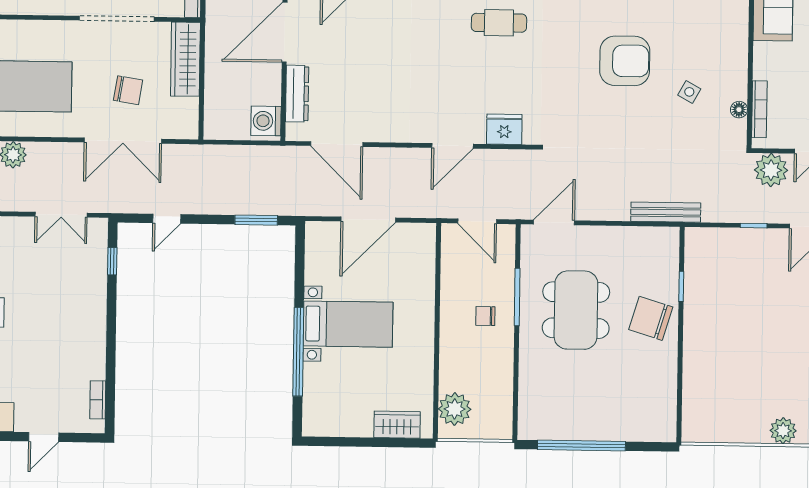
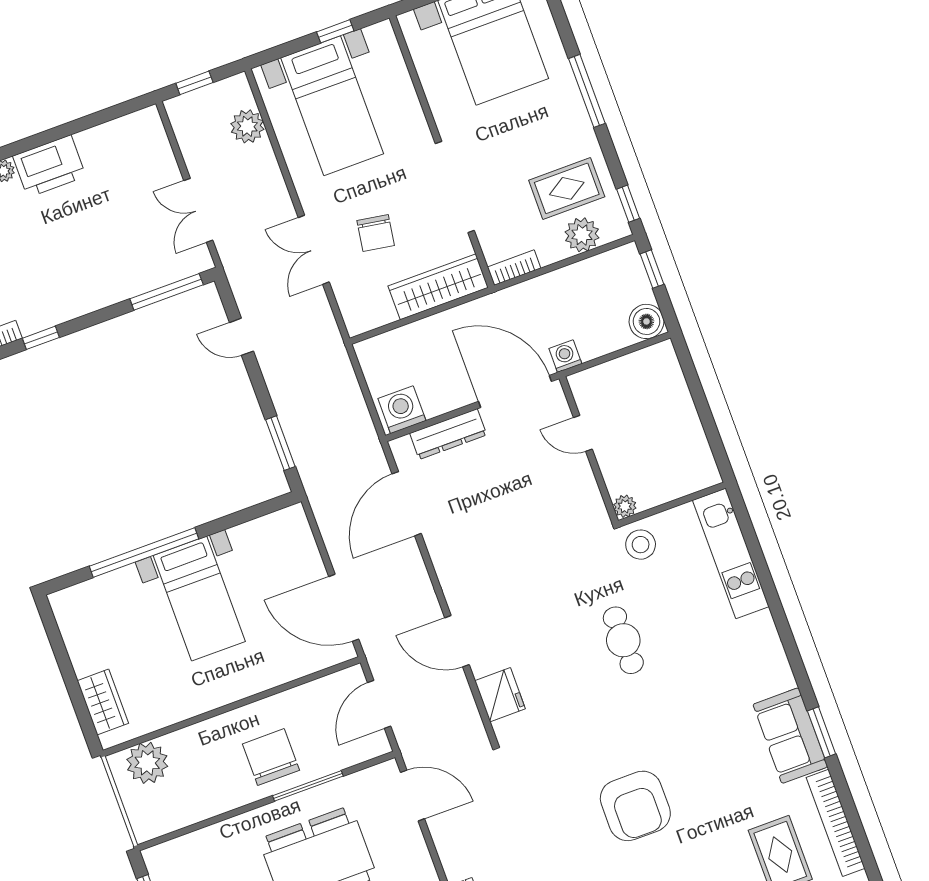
double door: (123, 141) -> (314, 250), width x0.73
door: (368, 220) -> (344, 608), moved
window: (112, 261) -> (167, 292), width x2.17
chair: (485, 316) -> (271, 757), width x1.87, depth x1.87
window: (111, 367) -> (41, 338), added

